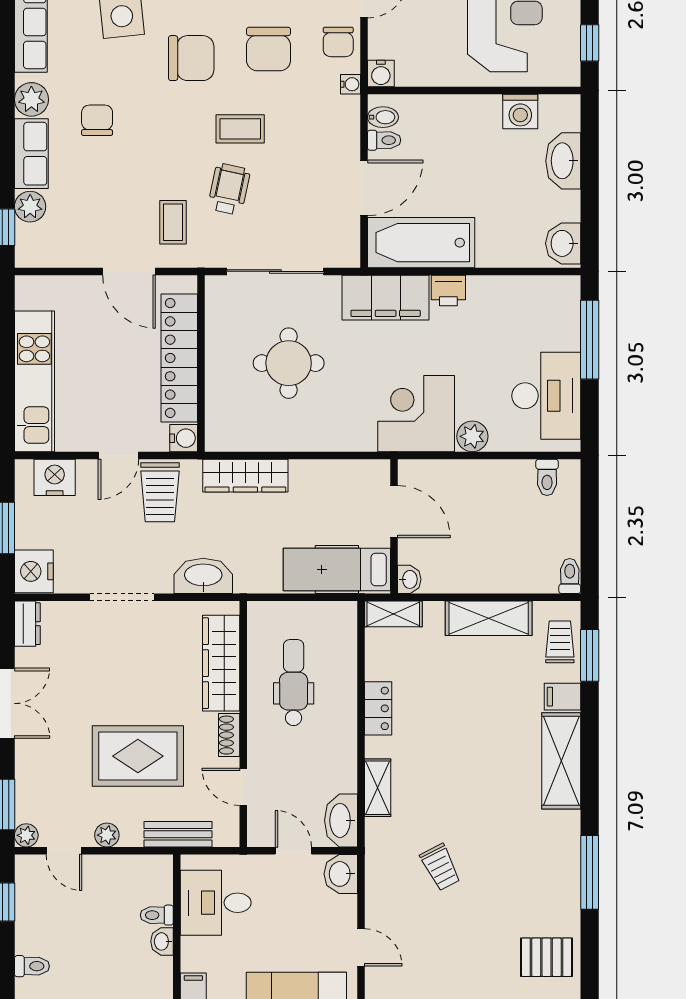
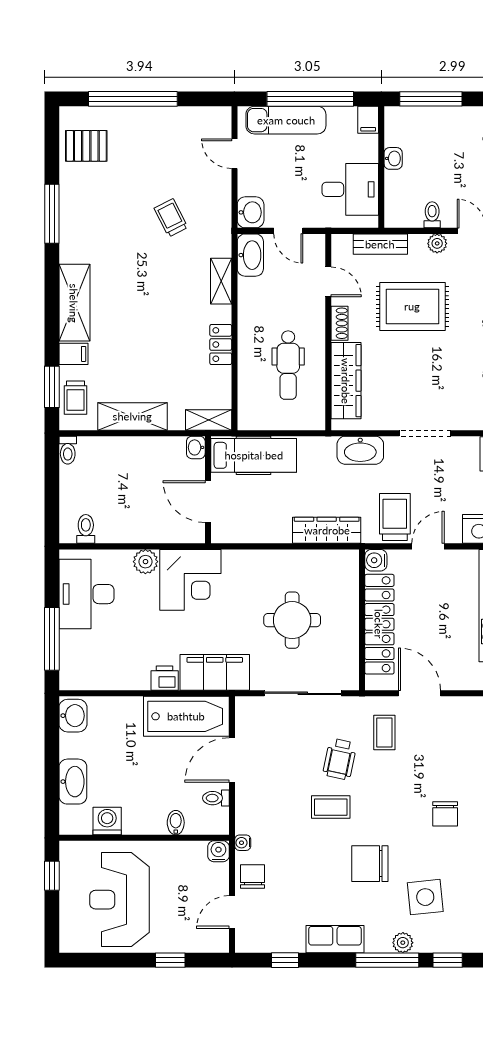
chair: (269, 49) -> (308, 871), removed
bidet: (383, 117) -> (176, 823), moved, turned 90
toilet: (157, 915) -> (432, 215), moved, turned -90

